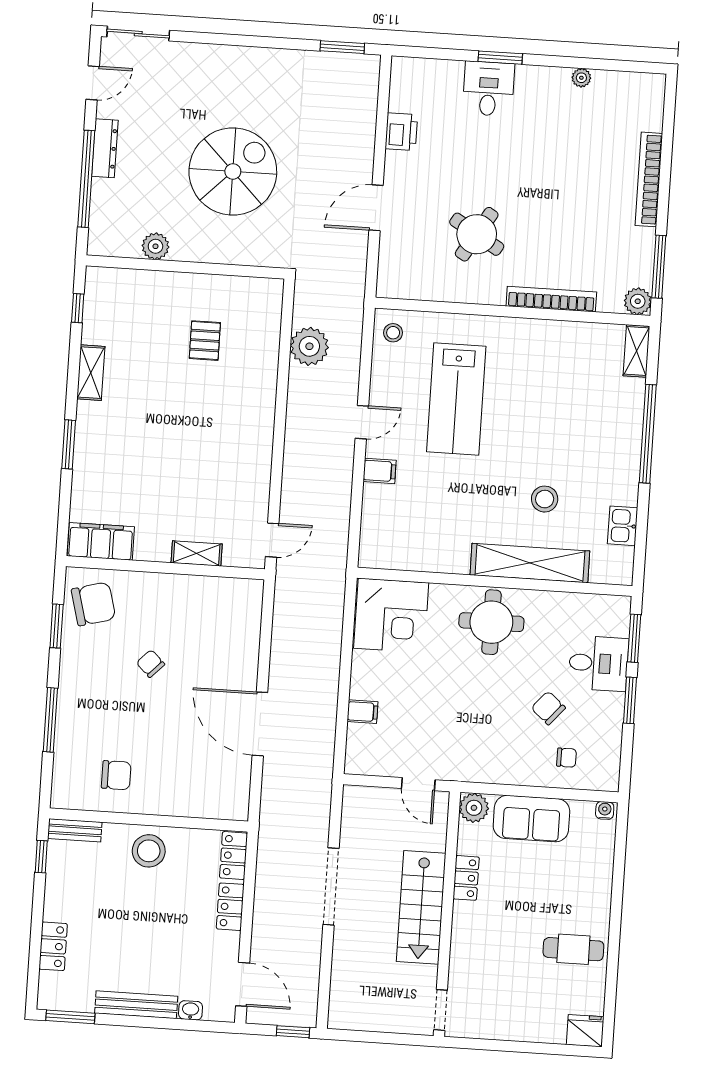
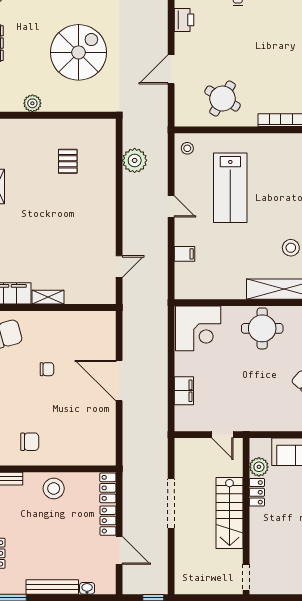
round table: (477, 234) -> (223, 99), moved
door: (362, 422) -> (171, 207), hinge flipped
filing cabinet: (380, 471) -> (185, 254), moved
door: (272, 540) -> (119, 267), moved
shelving: (197, 553) -> (48, 297), moved
chair: (151, 664) -> (47, 369), turned 136
filing cabinet: (363, 712) -> (184, 391), width x2.00
door: (260, 724) -> (119, 381), moved
plant: (474, 808) -> (259, 467), moved
door: (243, 984) -> (119, 550), moved

